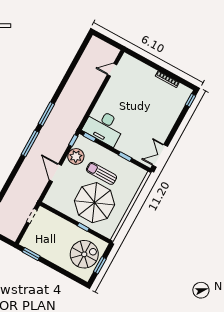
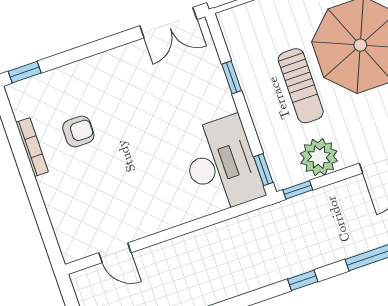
armchair: (157, 97) -> (78, 131), added
window: (46, 114) -> (303, 280), width x0.46

